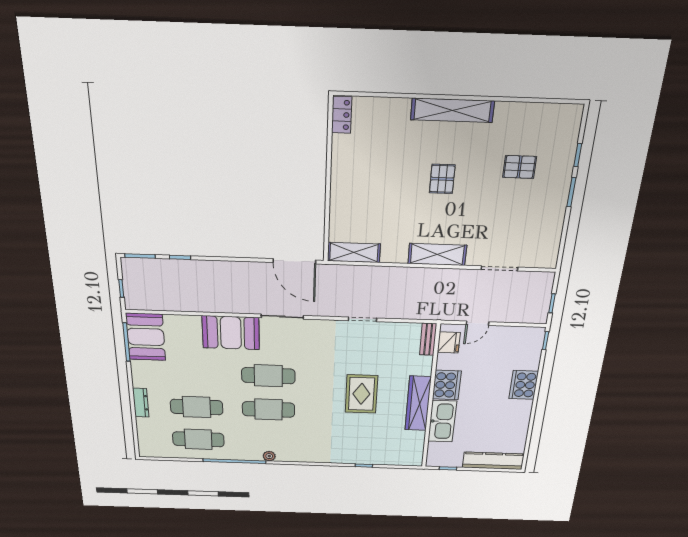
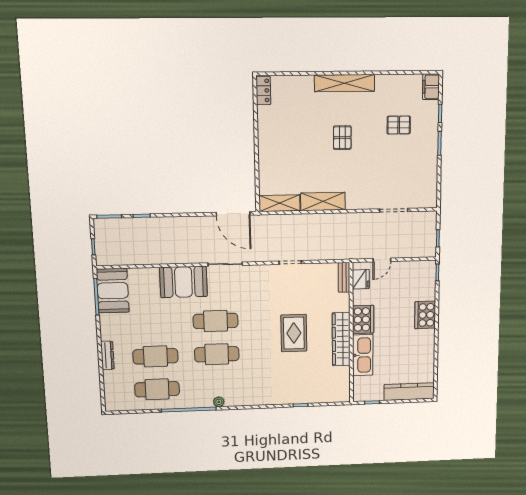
filing cabinet: (570, 120) -> (431, 87), added
shelving: (437, 254) -> (323, 201), moved

